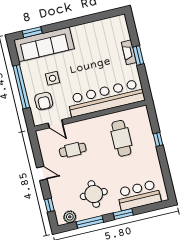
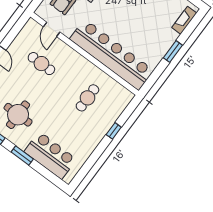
fireplace: (129, 52) -> (184, 20), moved
cafe table: (121, 138) -> (87, 98), width x0.73, depth x0.74

